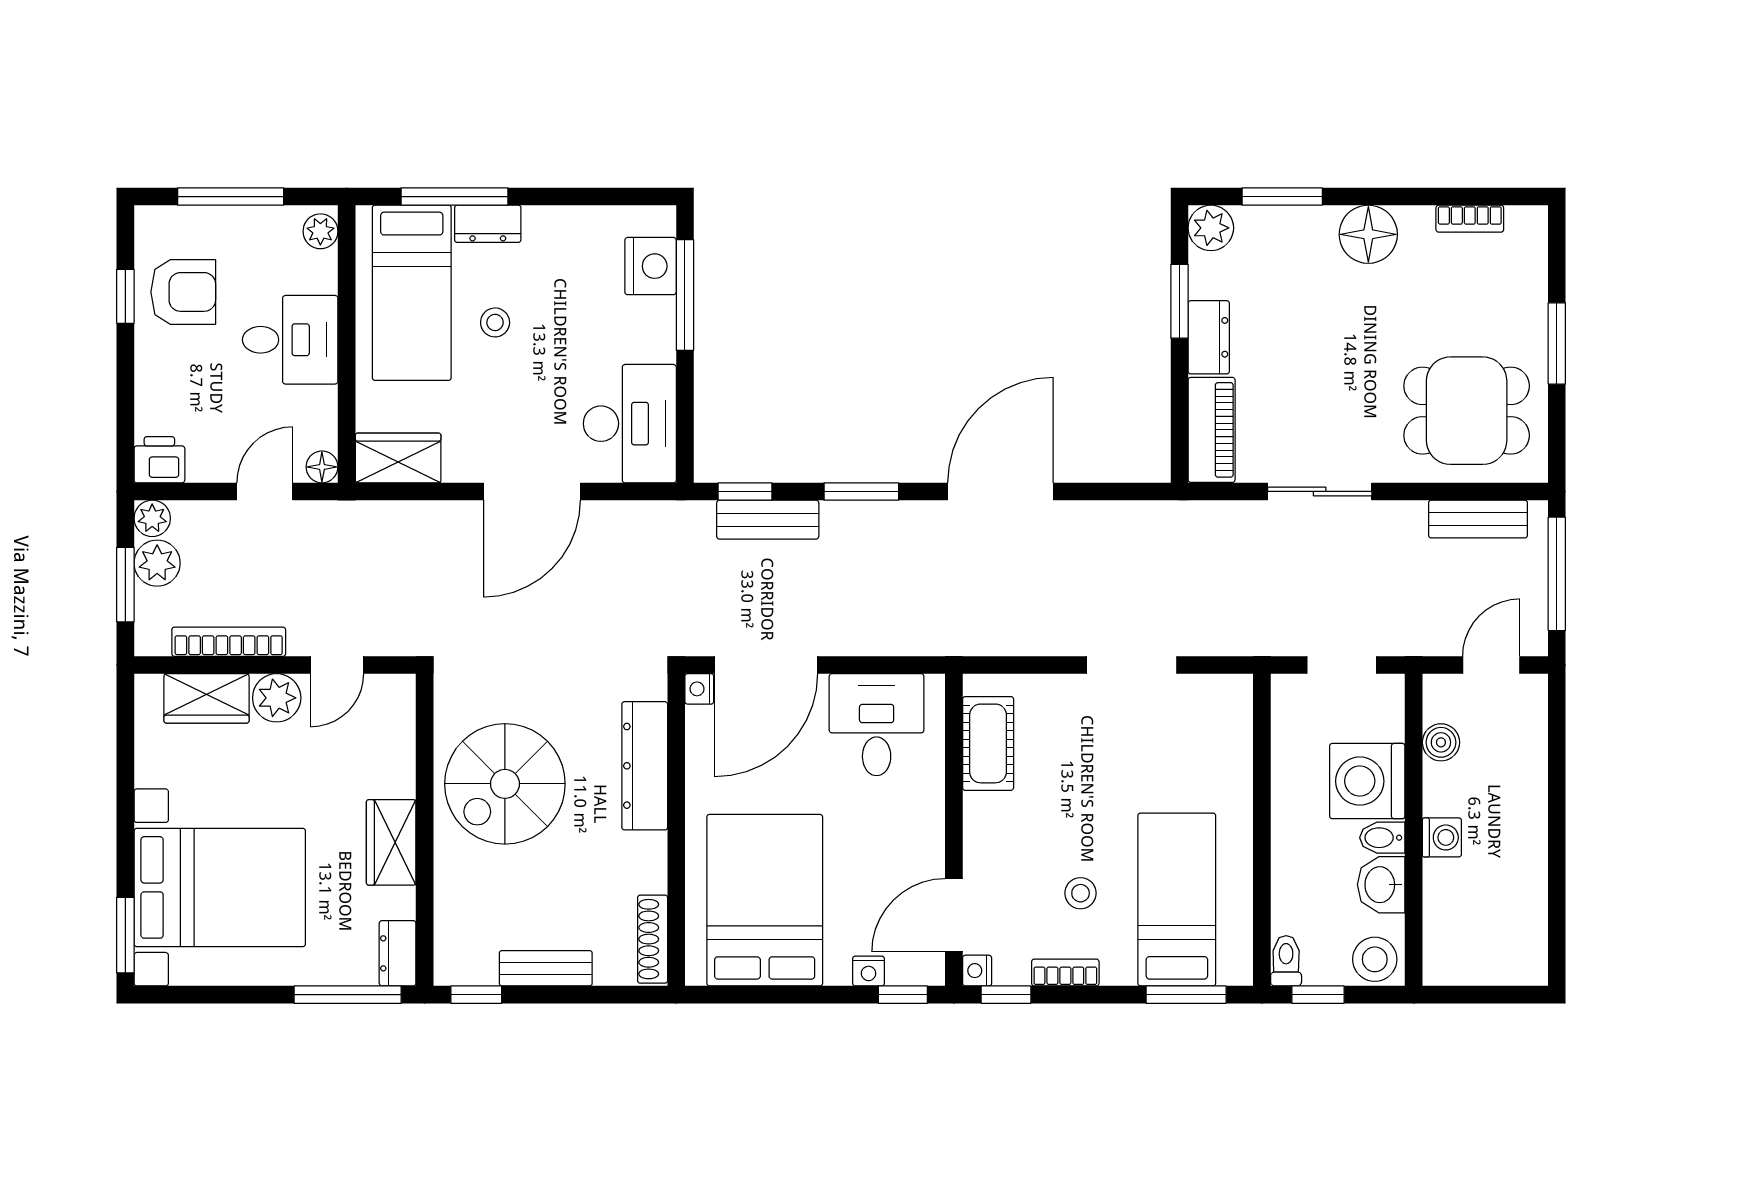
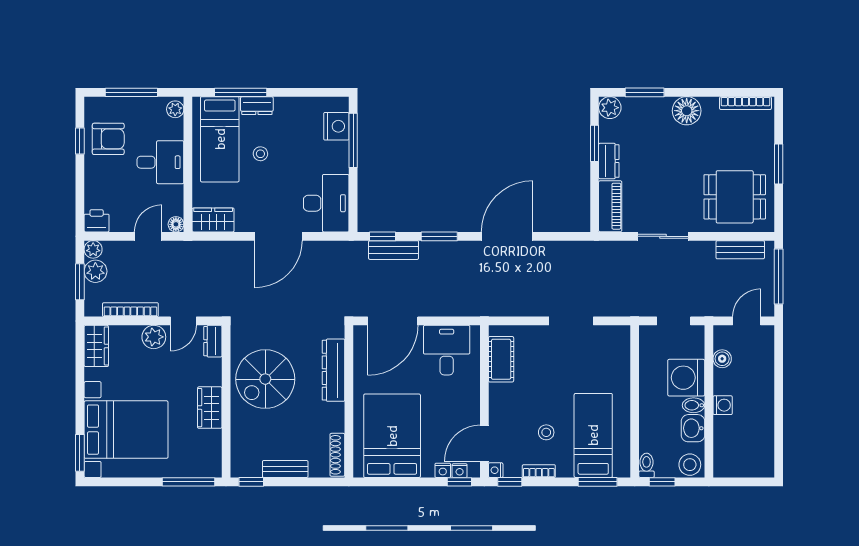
bookcase: (1470, 219) -> (745, 103), width x1.56
nightstand: (699, 689) -> (460, 471), moved, turned -90
wardrobe: (207, 698) -> (96, 346), moved, turned -90
dresser: (398, 953) -> (213, 341), moved

